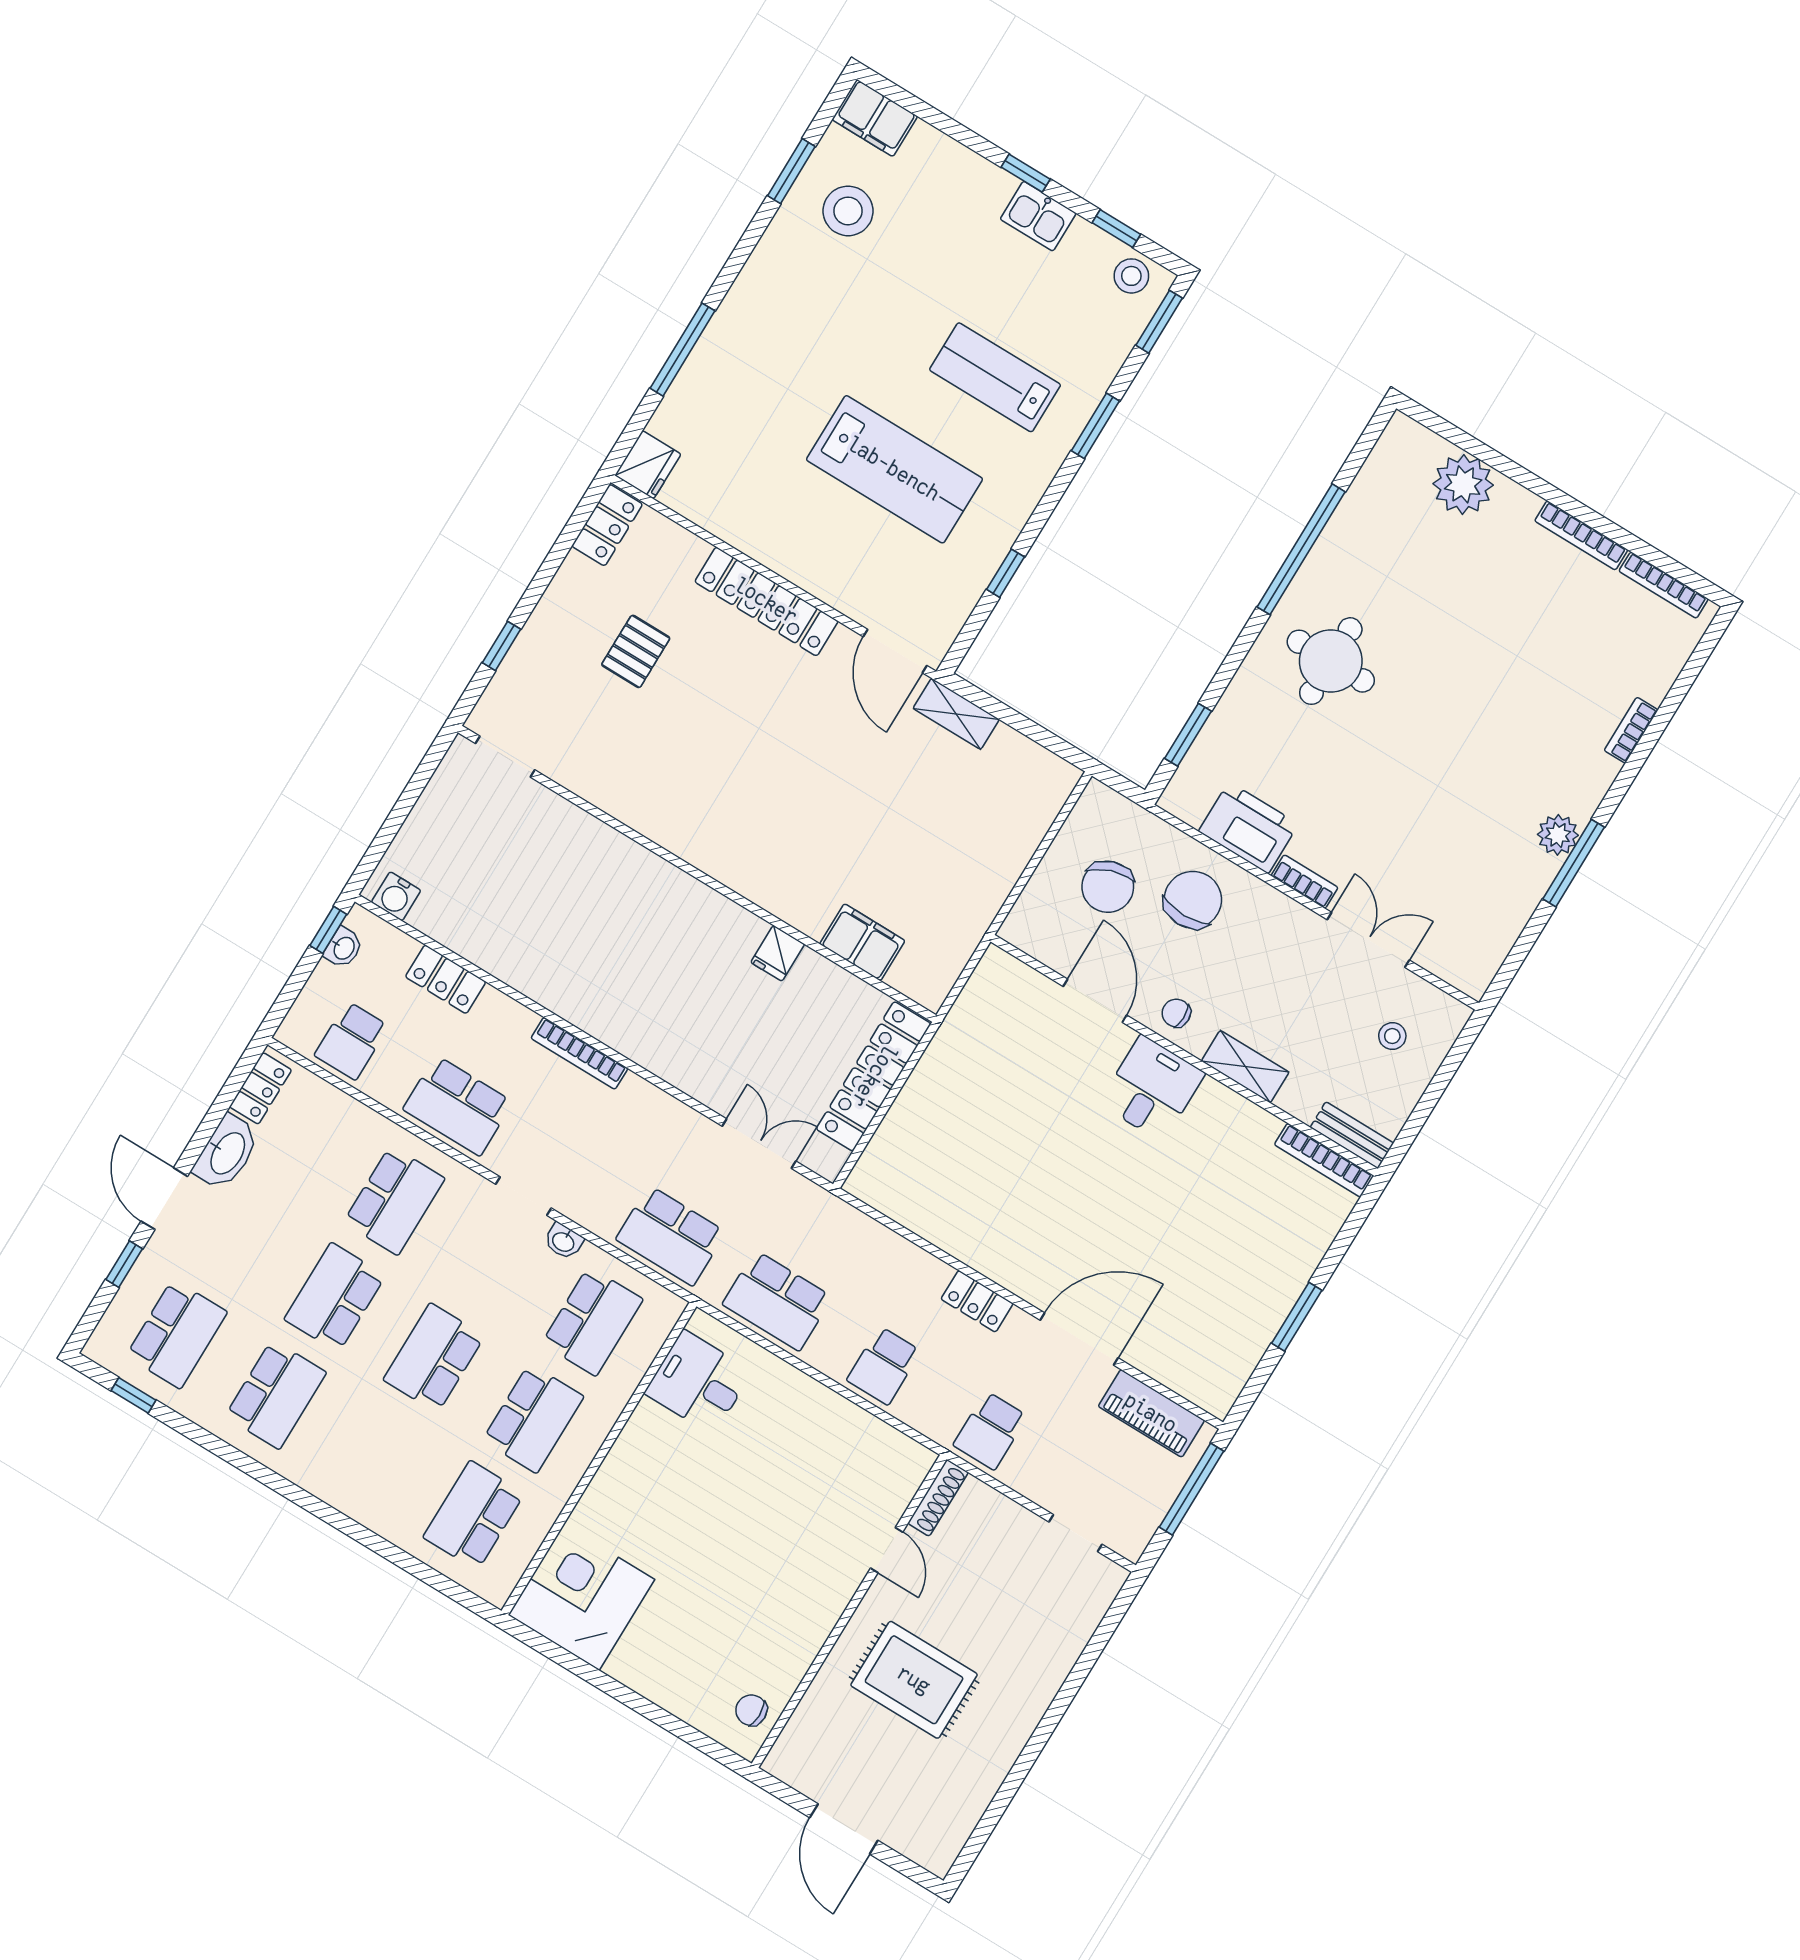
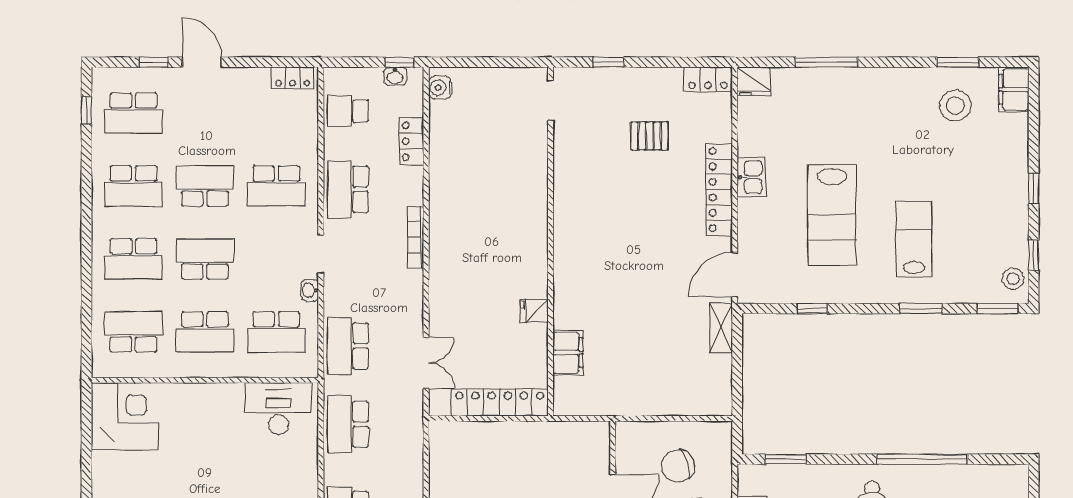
kitchen sink: (1038, 216) -> (751, 177), moved, turned 180
washbasin: (227, 1153) -> (247, 81), removed
door: (164, 1199) -> (202, 62), hinge flipped
desk: (698, 1382) -> (278, 409), width x1.37
school desk: (375, 1455) -> (133, 259), added

